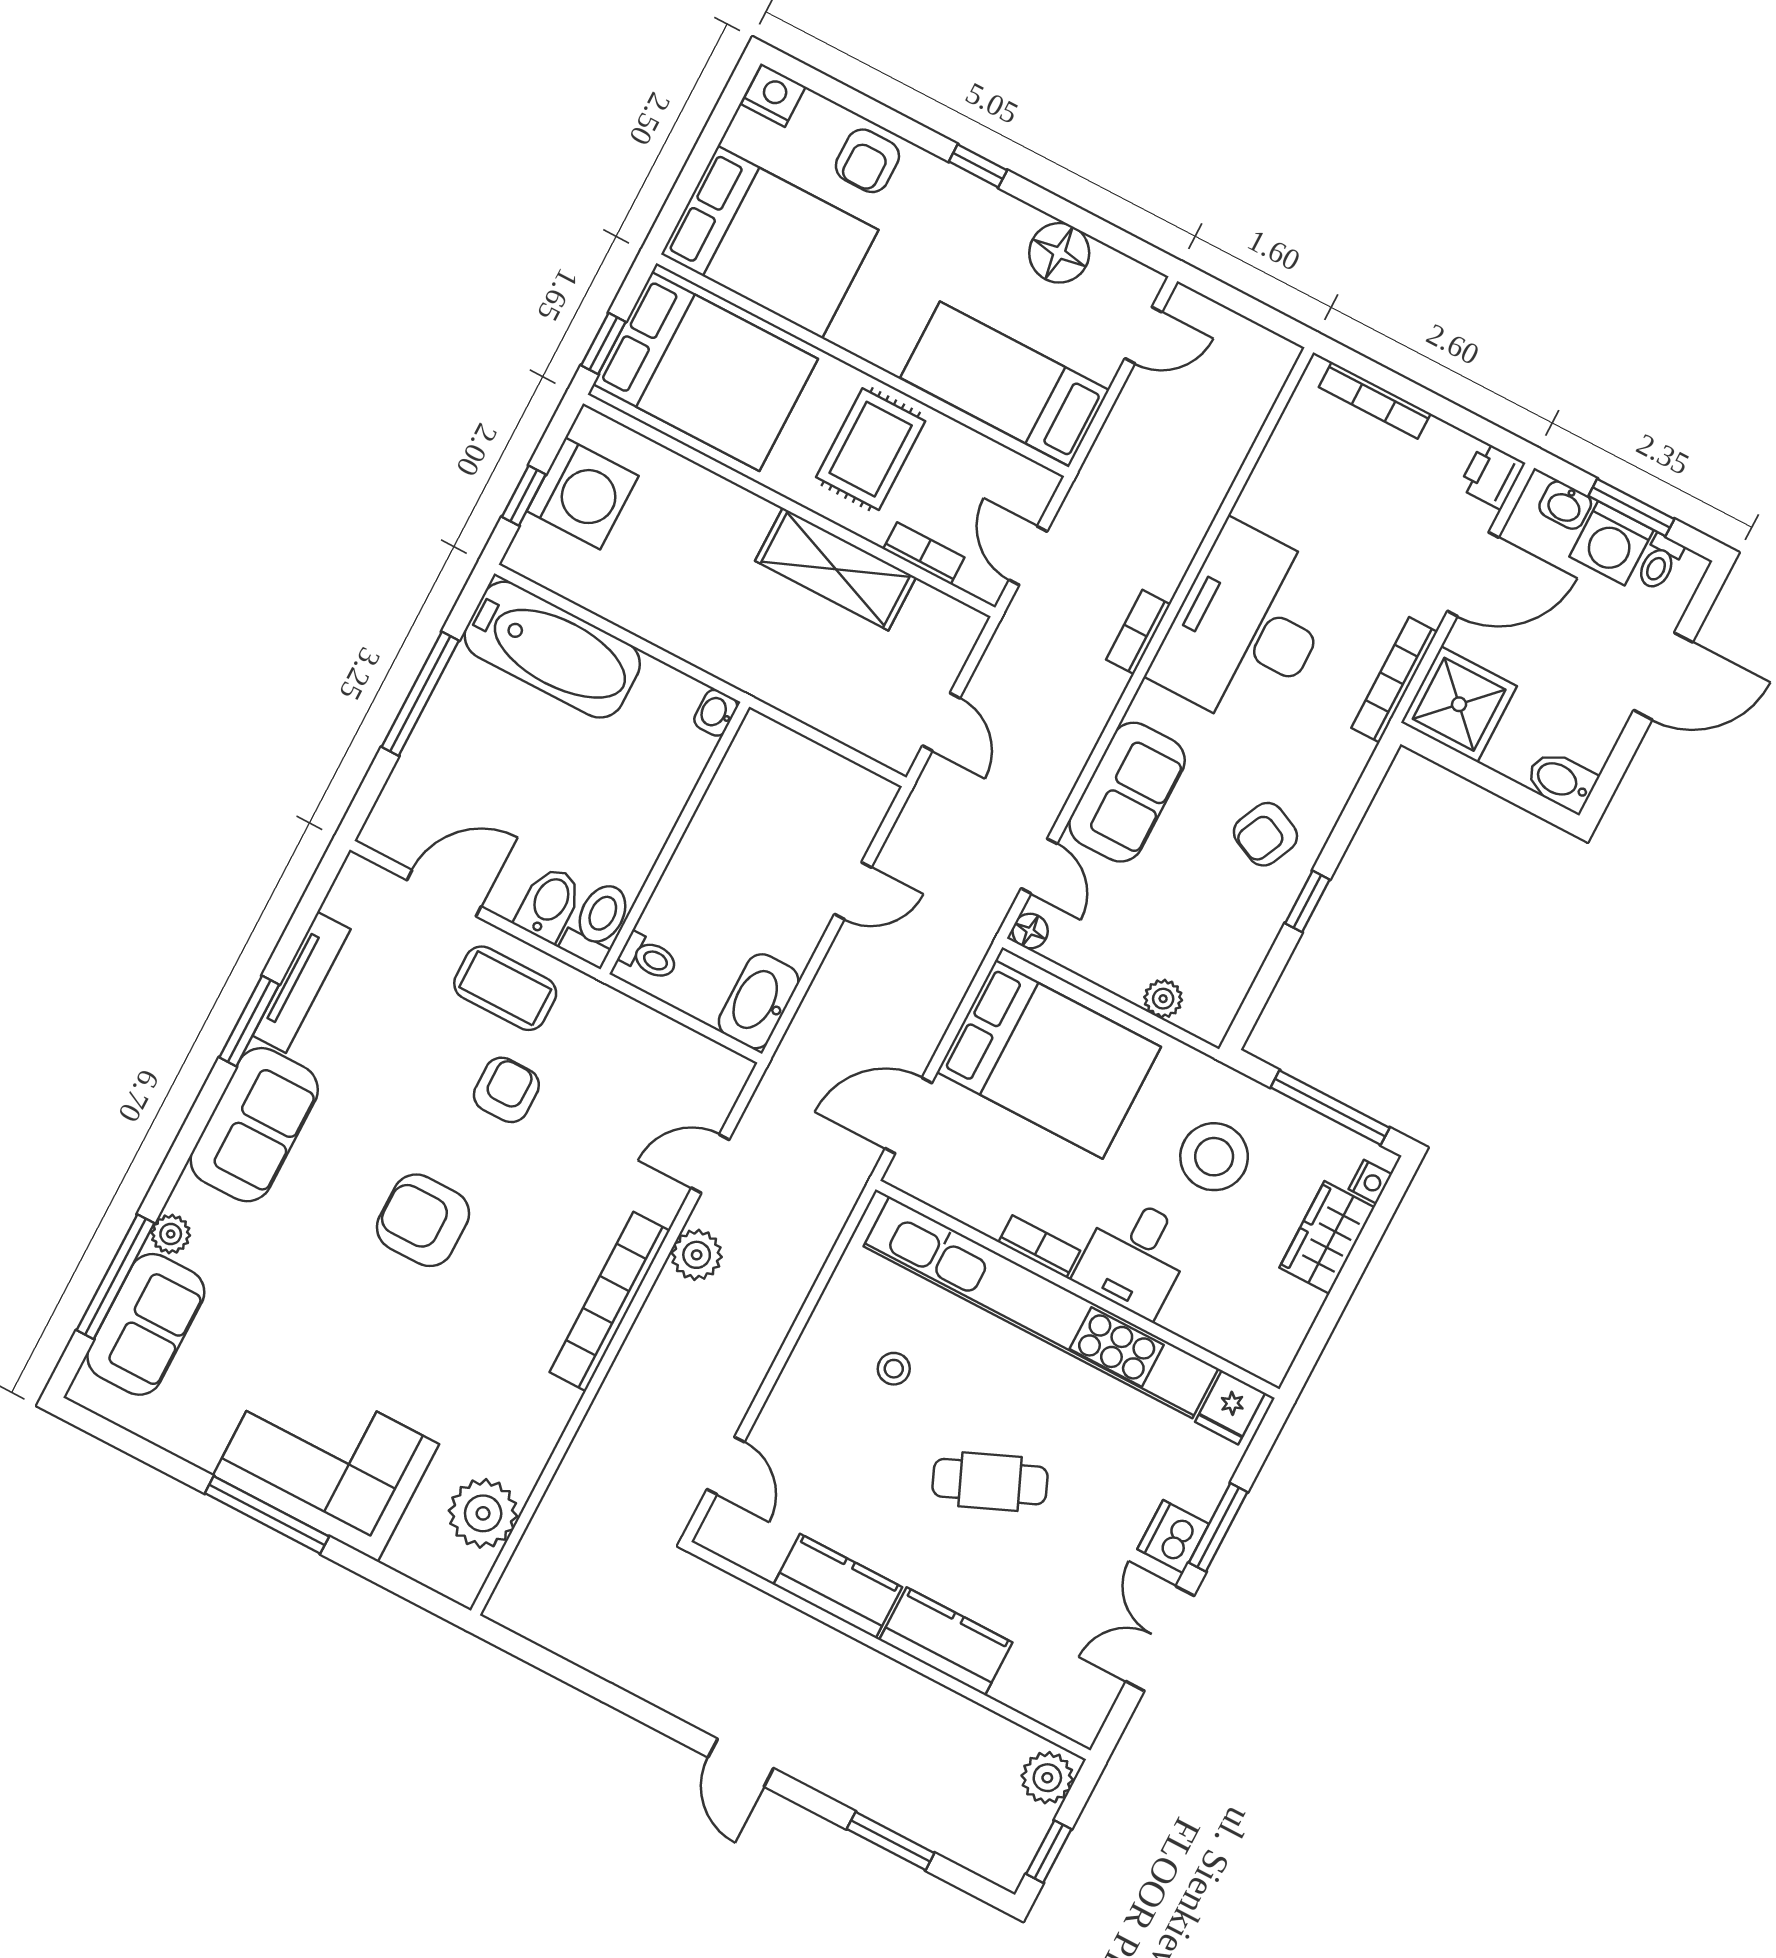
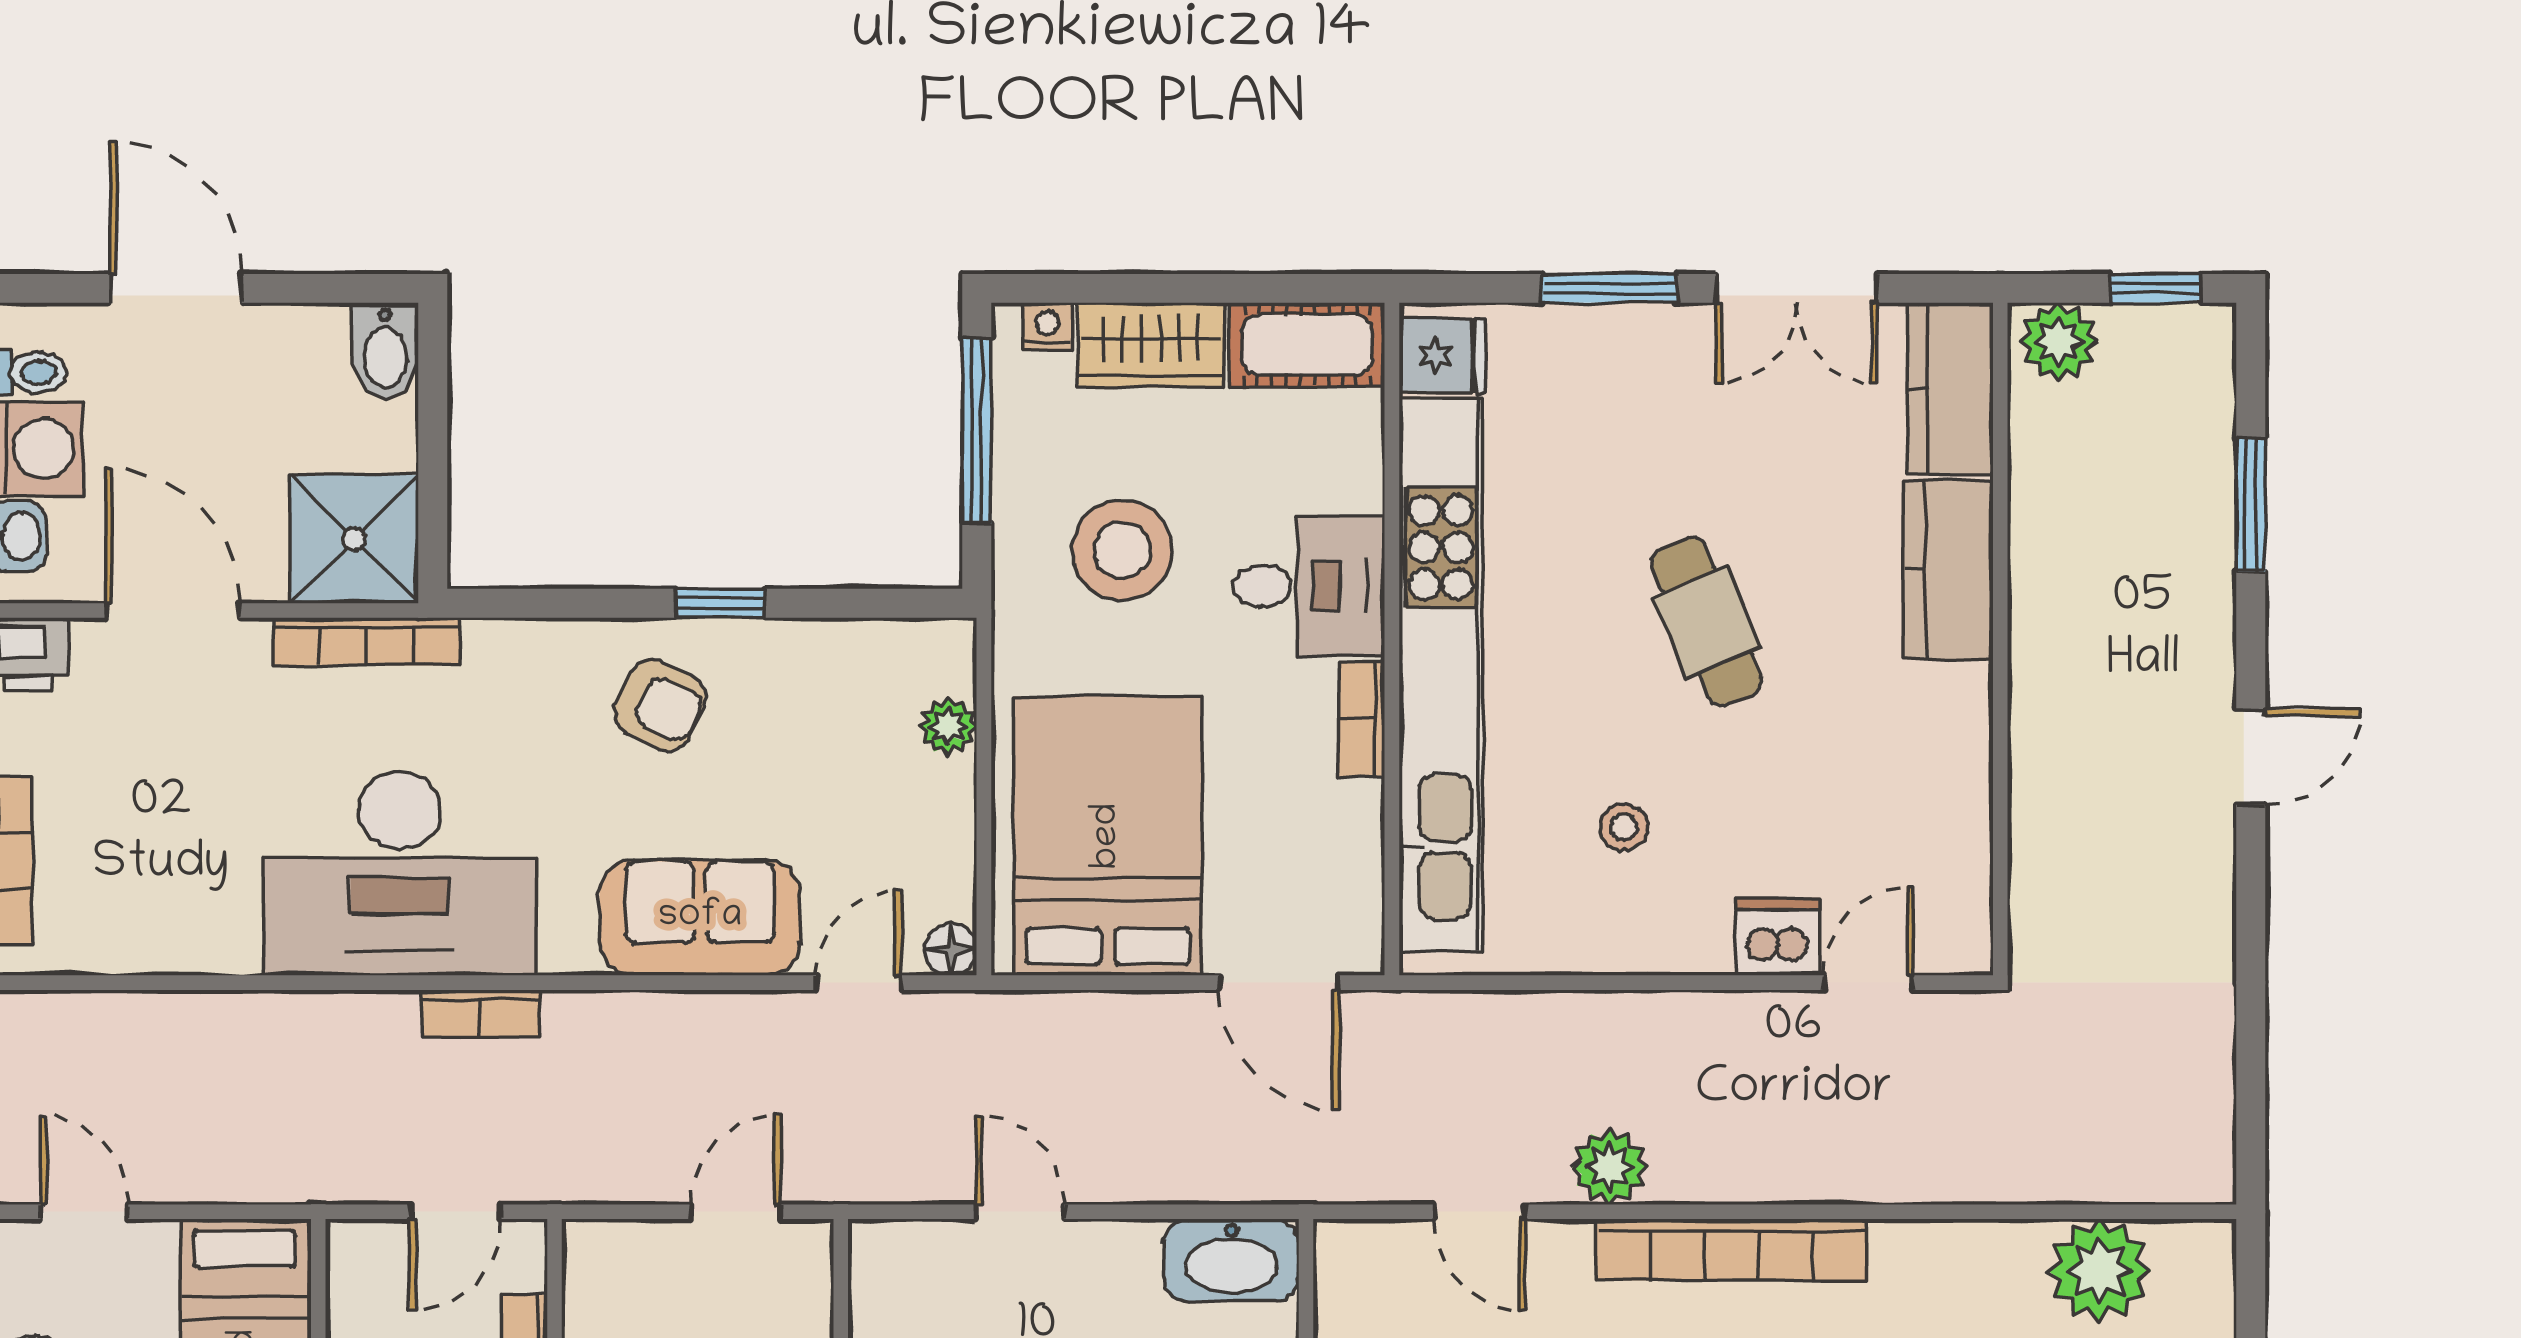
cot: (1279, 1330) -> (1307, 345), added
dishwasher: (1173, 1537) -> (1778, 937), moved, turned 180
kitchen counter: (838, 1586) -> (1950, 389), moved

